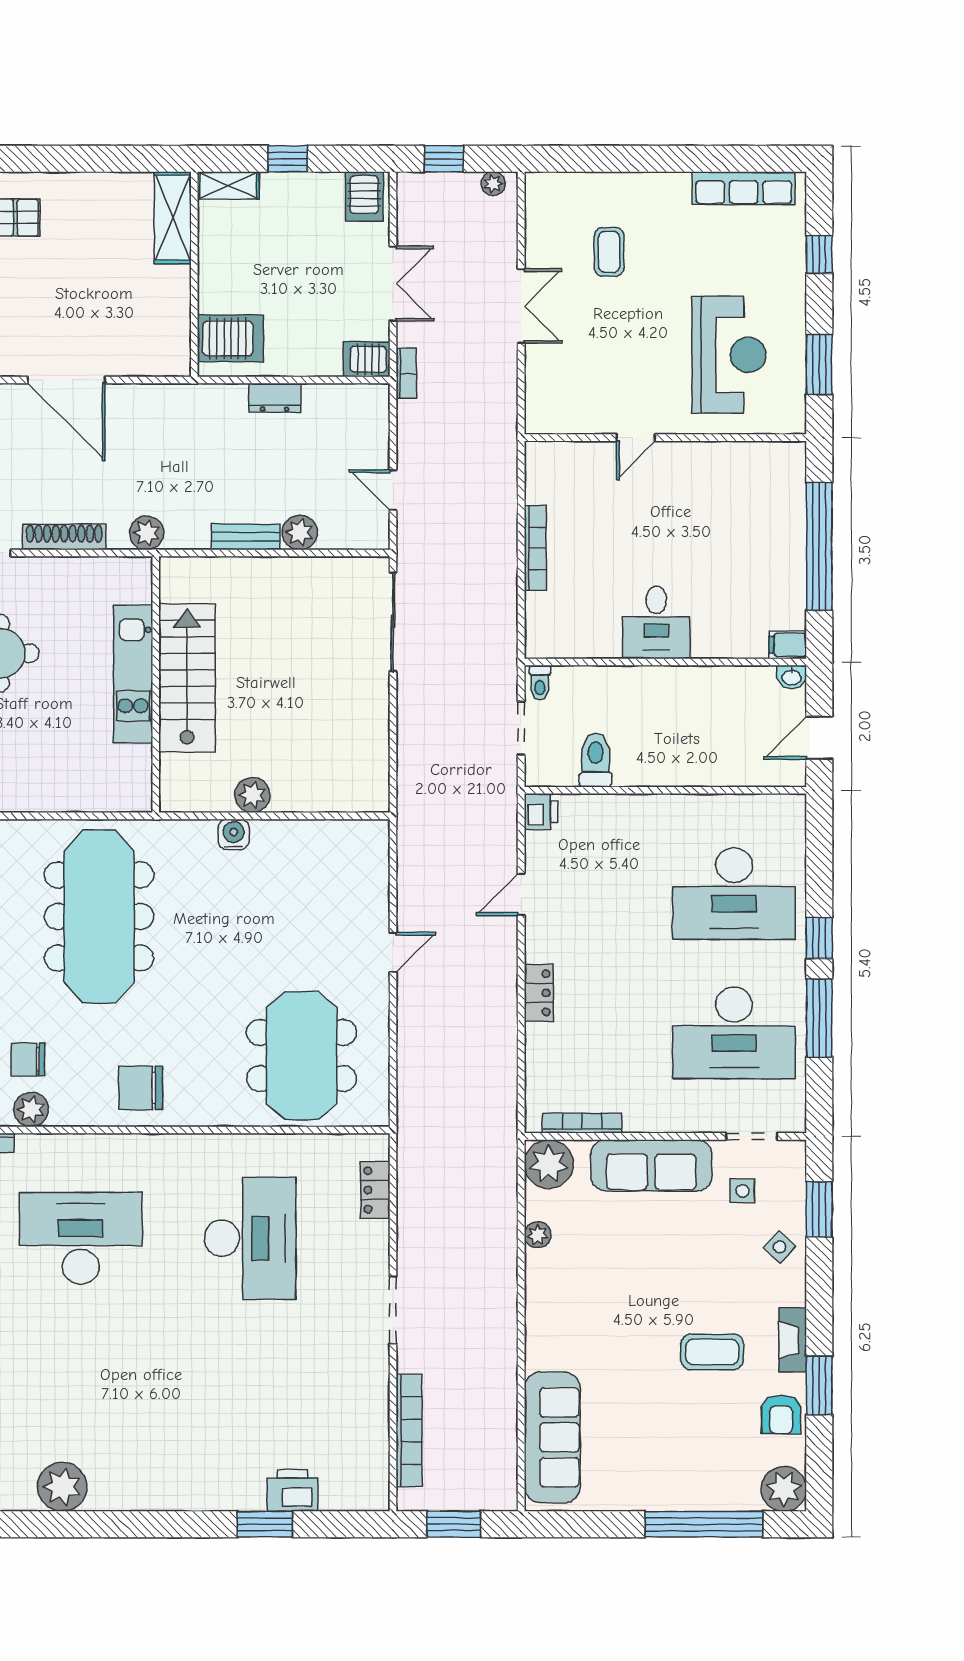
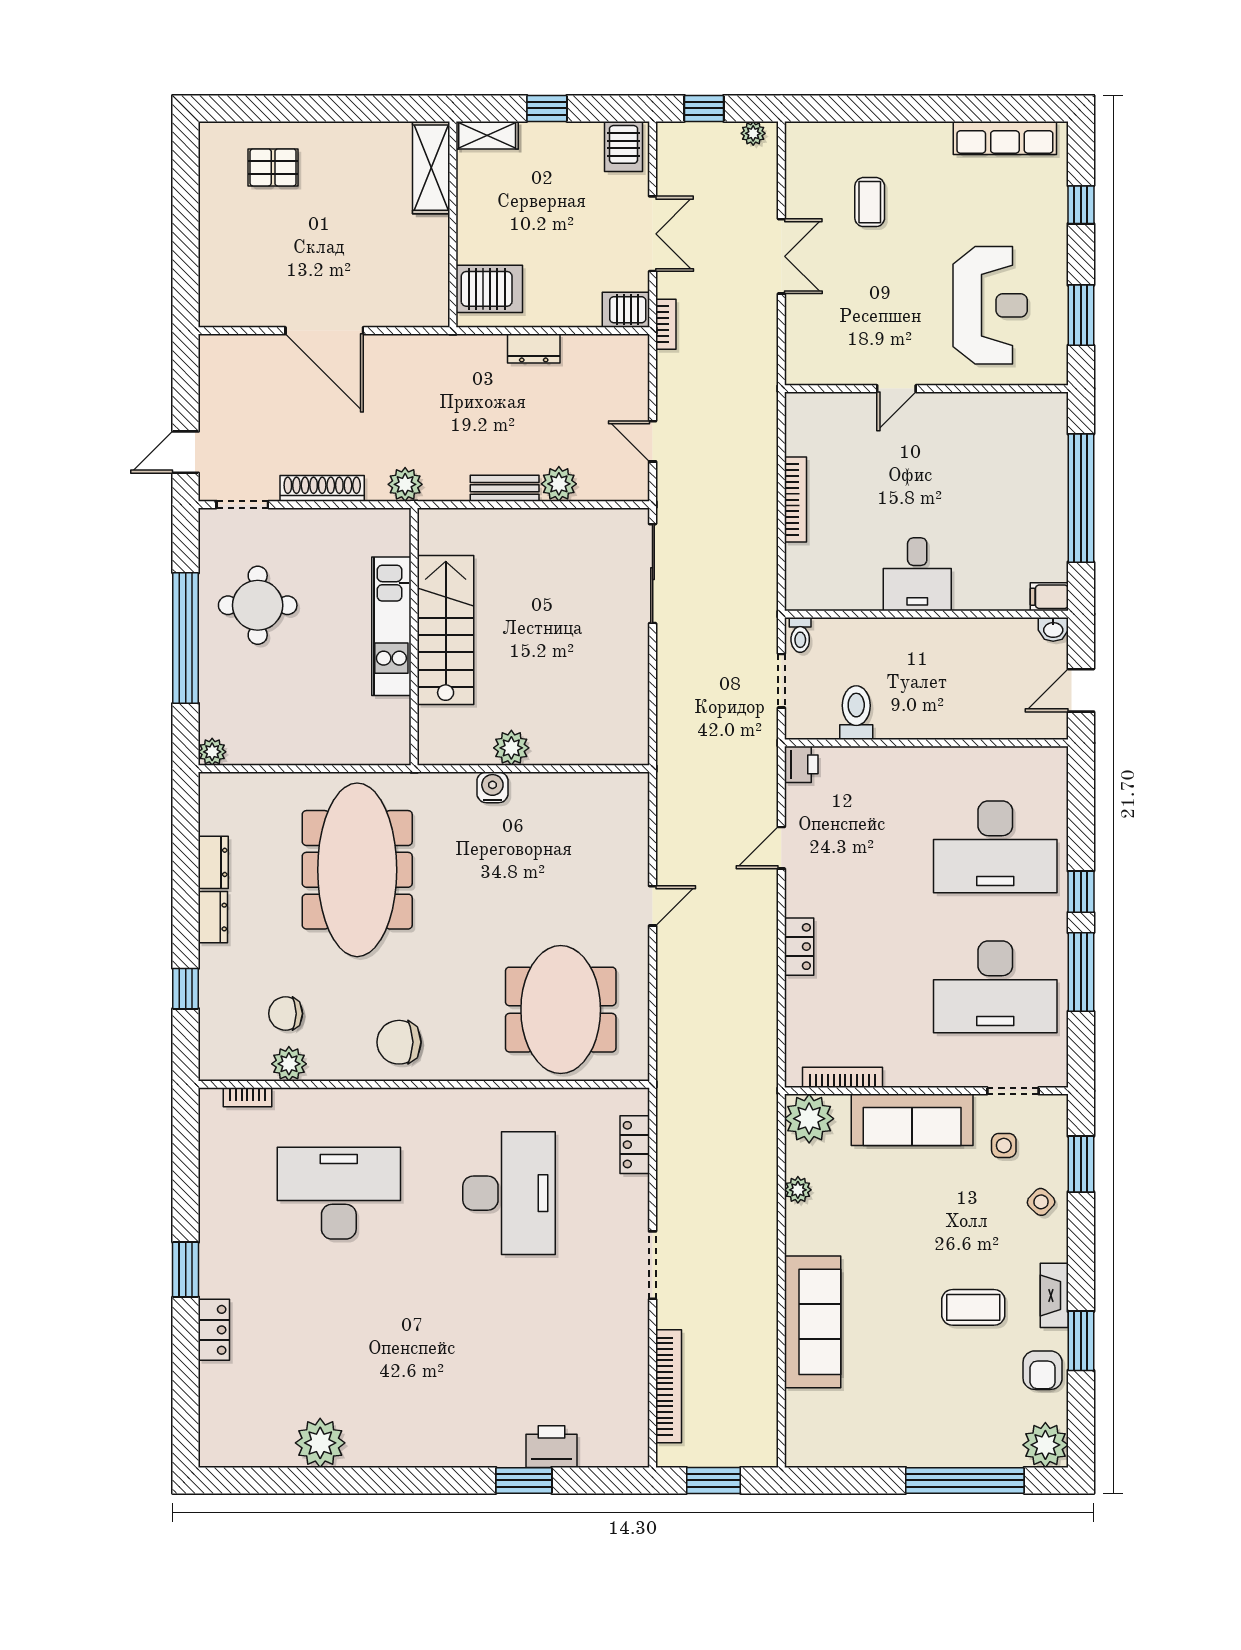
sofa: (552, 1437) -> (813, 1322), moved

